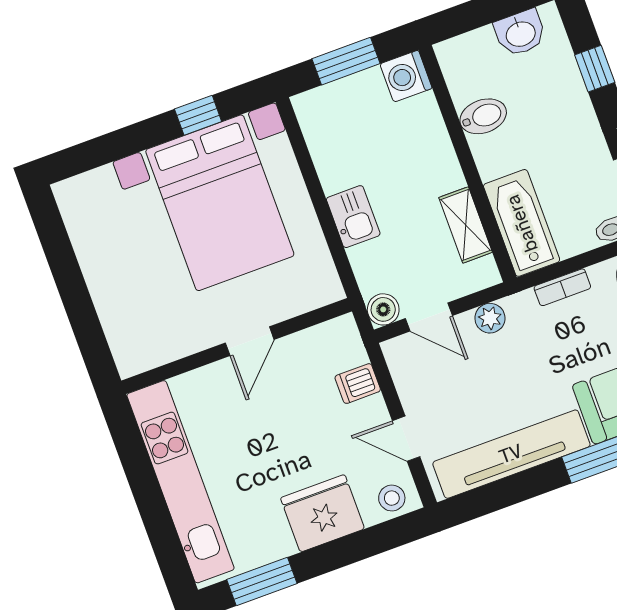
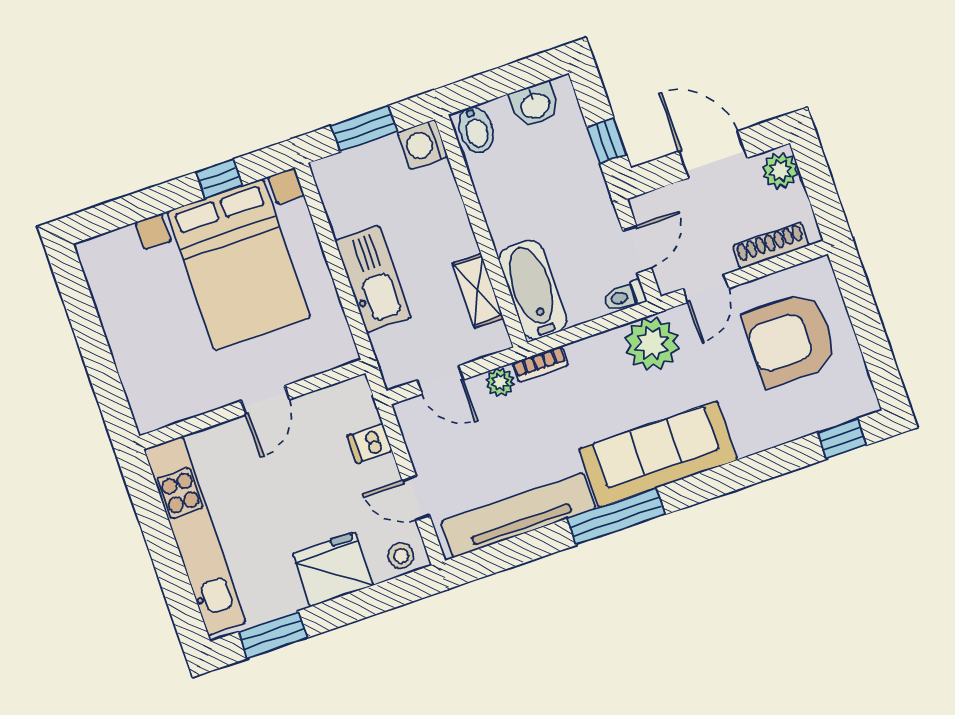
bidet: (483, 116) -> (476, 130), moved, turned 90
kitchen sink: (353, 217) -> (373, 279), width x1.88, depth x1.24
bookcase: (562, 287) -> (540, 364), moved
boiler: (383, 309) -> (396, 372), removed

